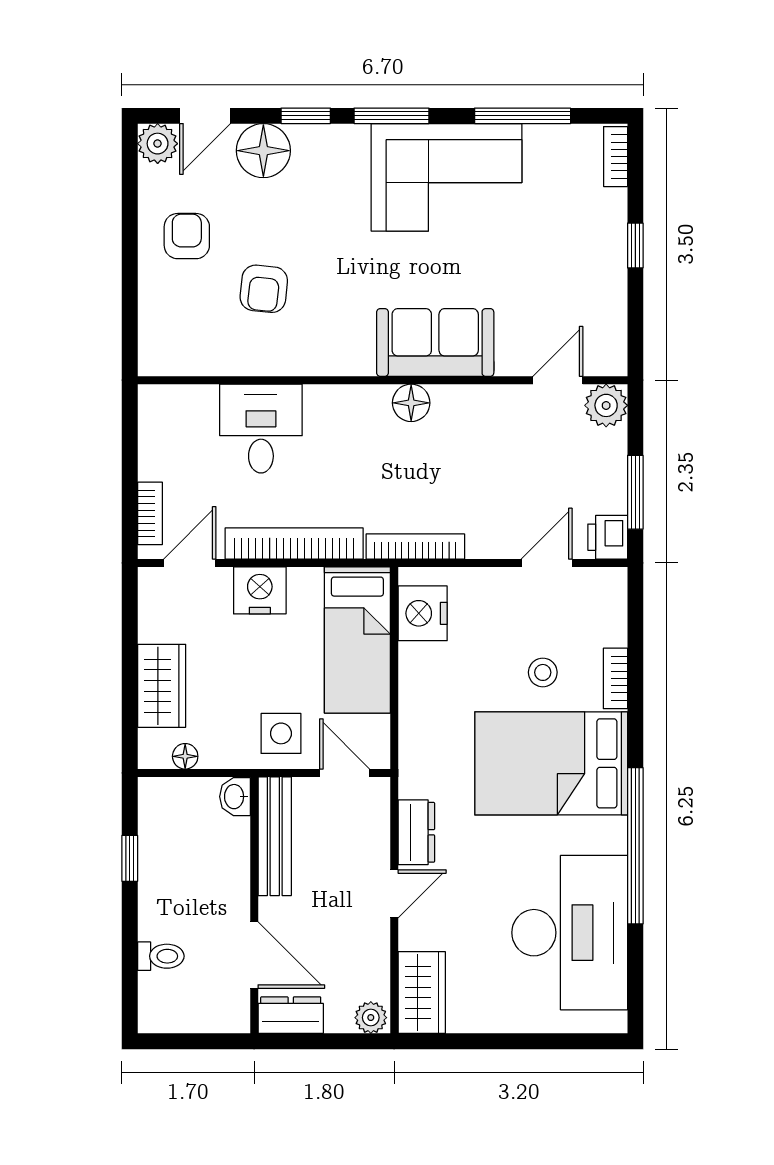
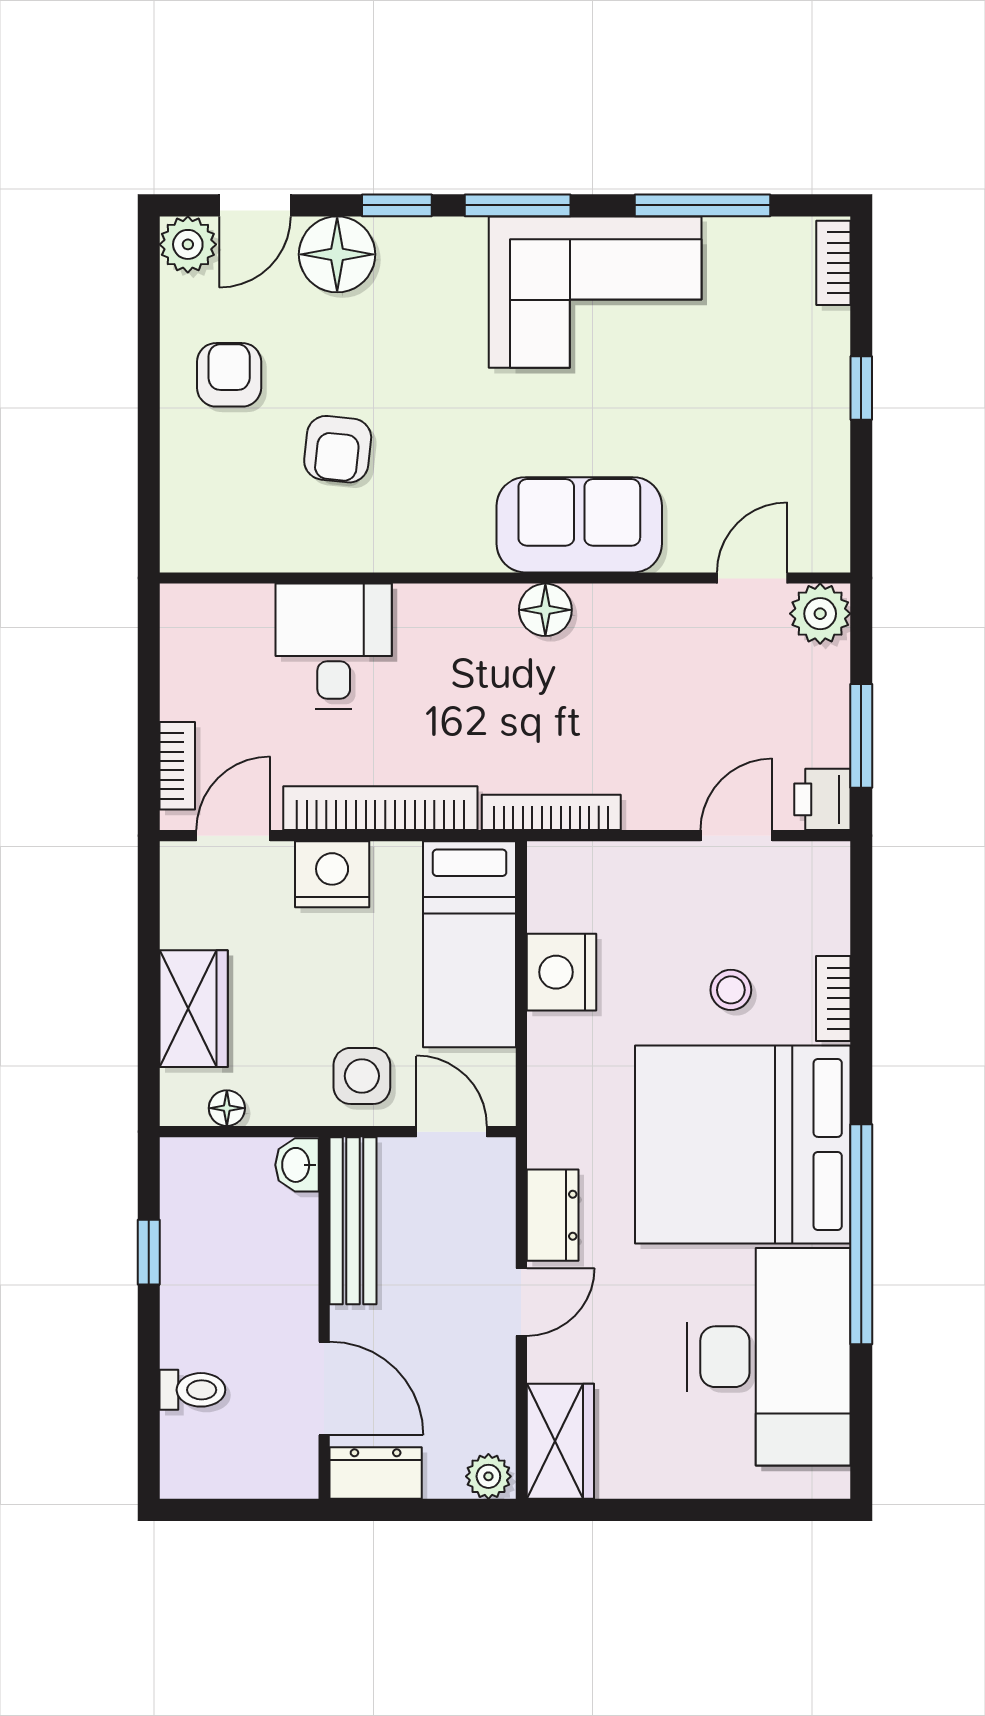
nightstand: (423, 613) -> (562, 972), moved
bed: (551, 763) -> (743, 1144), width x1.36

